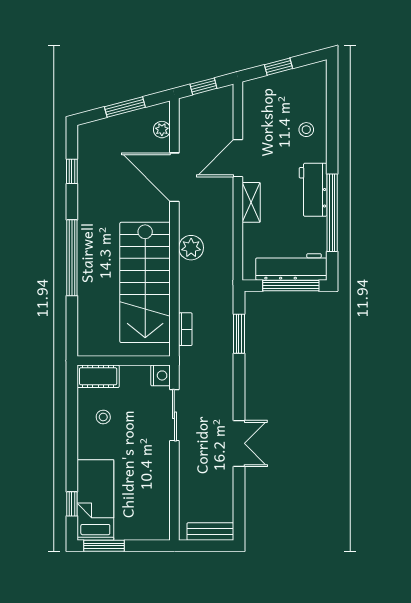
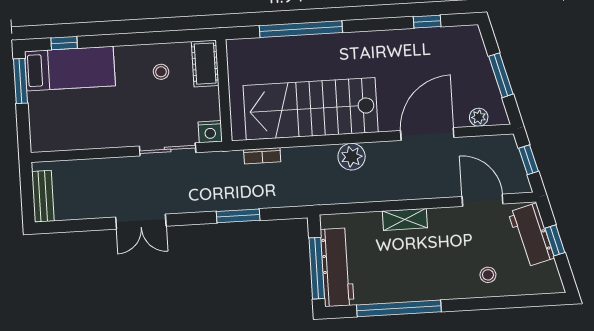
door: (238, 158) -> (482, 200), moved
workbench: (313, 190) -> (531, 235), moved, turned -105
window: (72, 258) -> (301, 29), moved
window: (239, 334) -> (238, 216), moved

